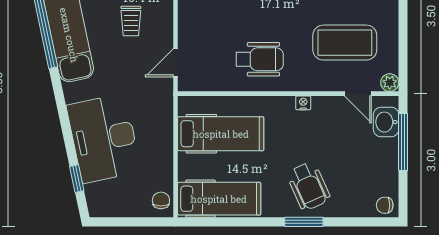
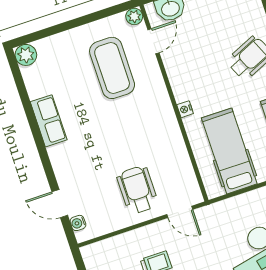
wheelchair: (260, 59) -> (137, 190), moved
nightstand: (303, 103) -> (185, 109), moved

